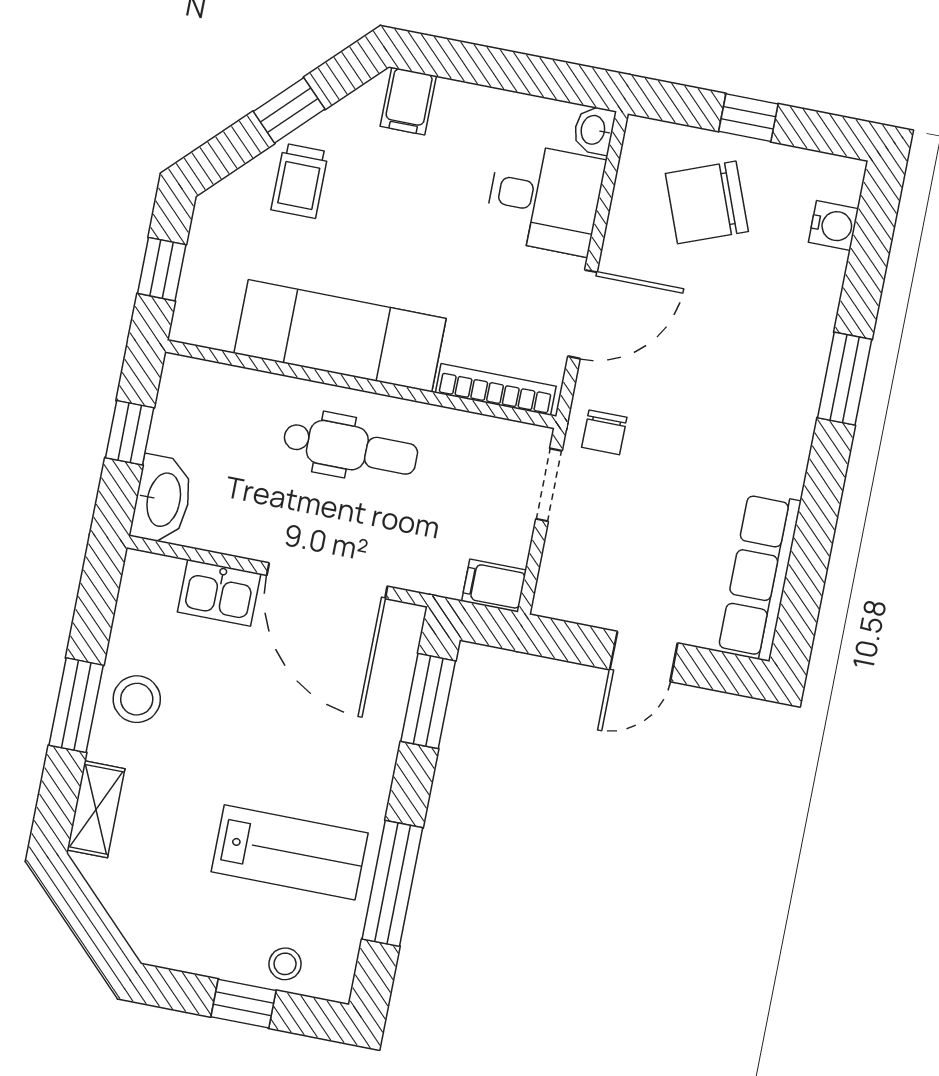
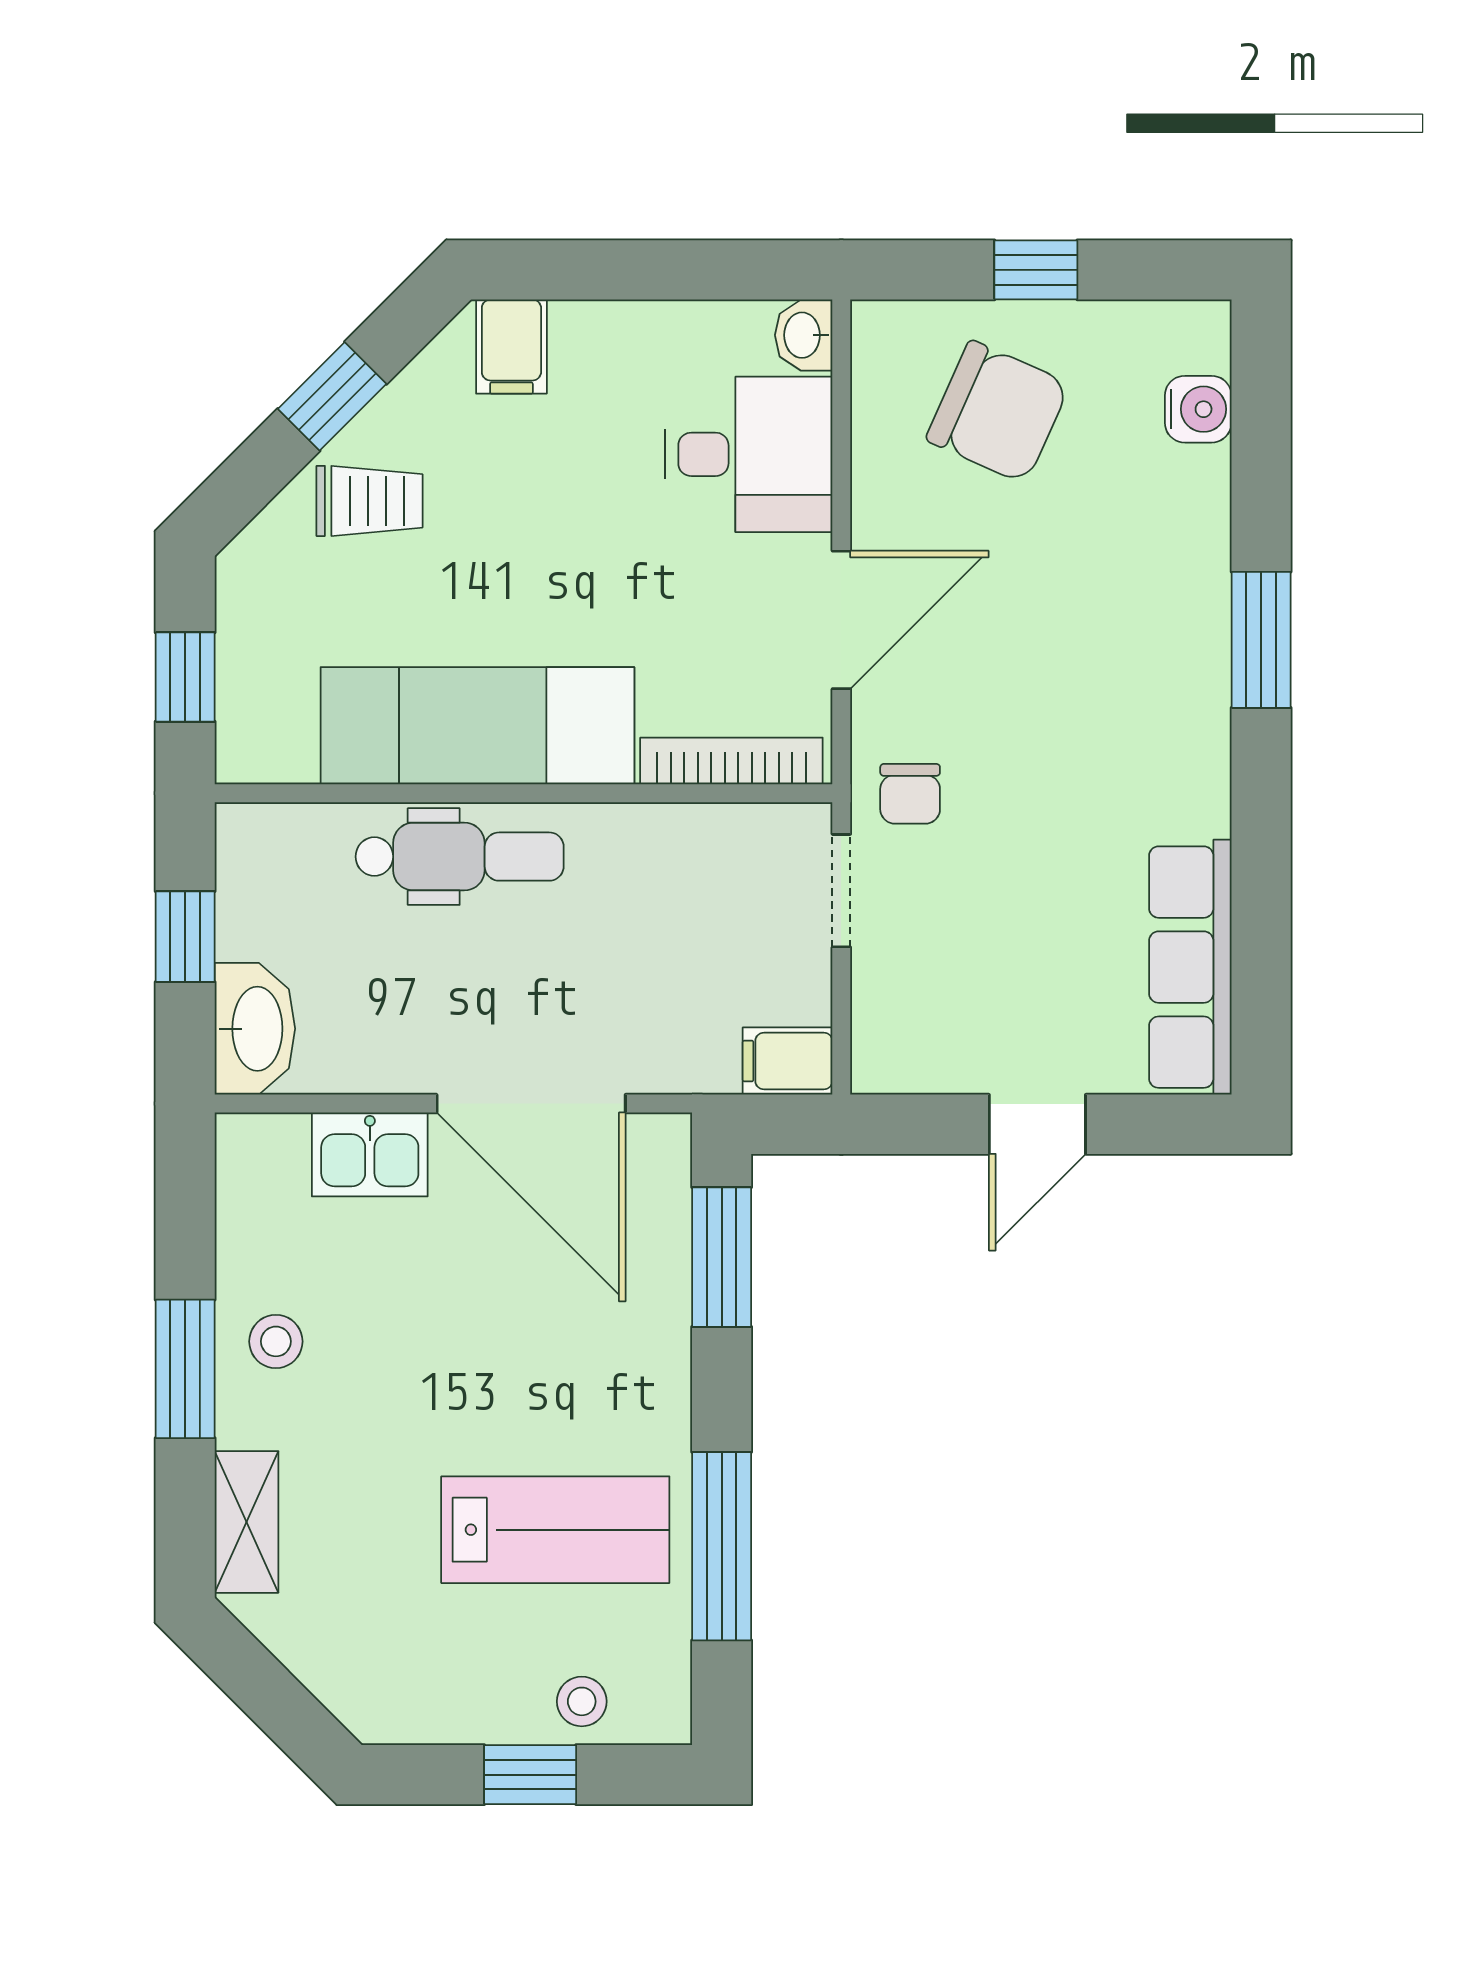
trolley: (300, 181) -> (369, 501), turned -90
chair: (707, 202) -> (998, 412), turned -135
dental chair: (350, 448) -> (460, 857), moved
stool: (137, 699) -> (276, 1341), width x0.73, depth x0.73

